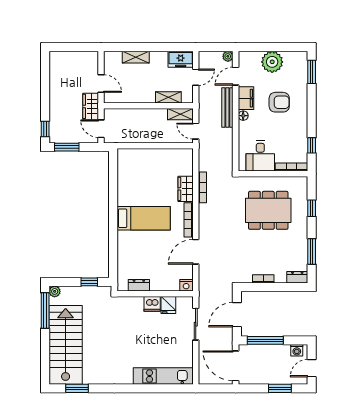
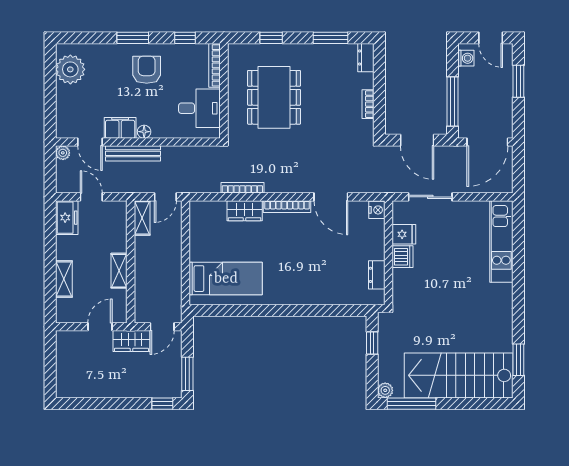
plant: (272, 62) -> (70, 69), moved
window: (312, 72) -> (133, 38), moved
shelving: (168, 97) -> (119, 271), moved
armchair: (279, 102) -> (147, 70), moved
bed: (144, 218) -> (226, 279), moved, turned 90

